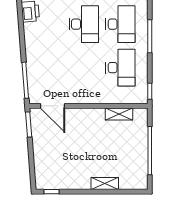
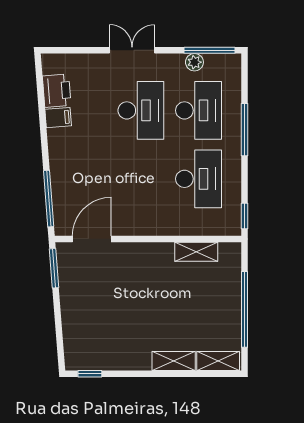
filing cabinet: (31, 29) -> (58, 118), added
door: (53, 106) -> (92, 239), swing flipped
shelving: (133, 183) -> (218, 361), added

